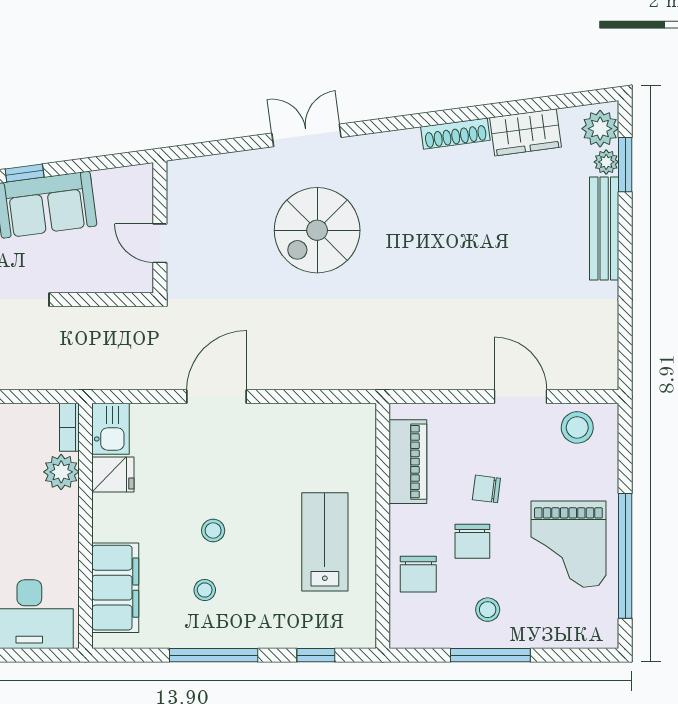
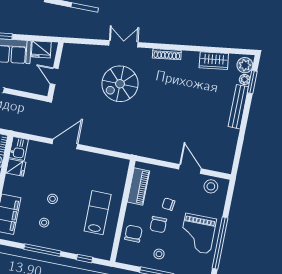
shoe rack: (455, 134) -> (167, 54), moved
fridge: (117, 187) -> (41, 49), added
chair: (418, 574) -> (133, 234), turned 180

